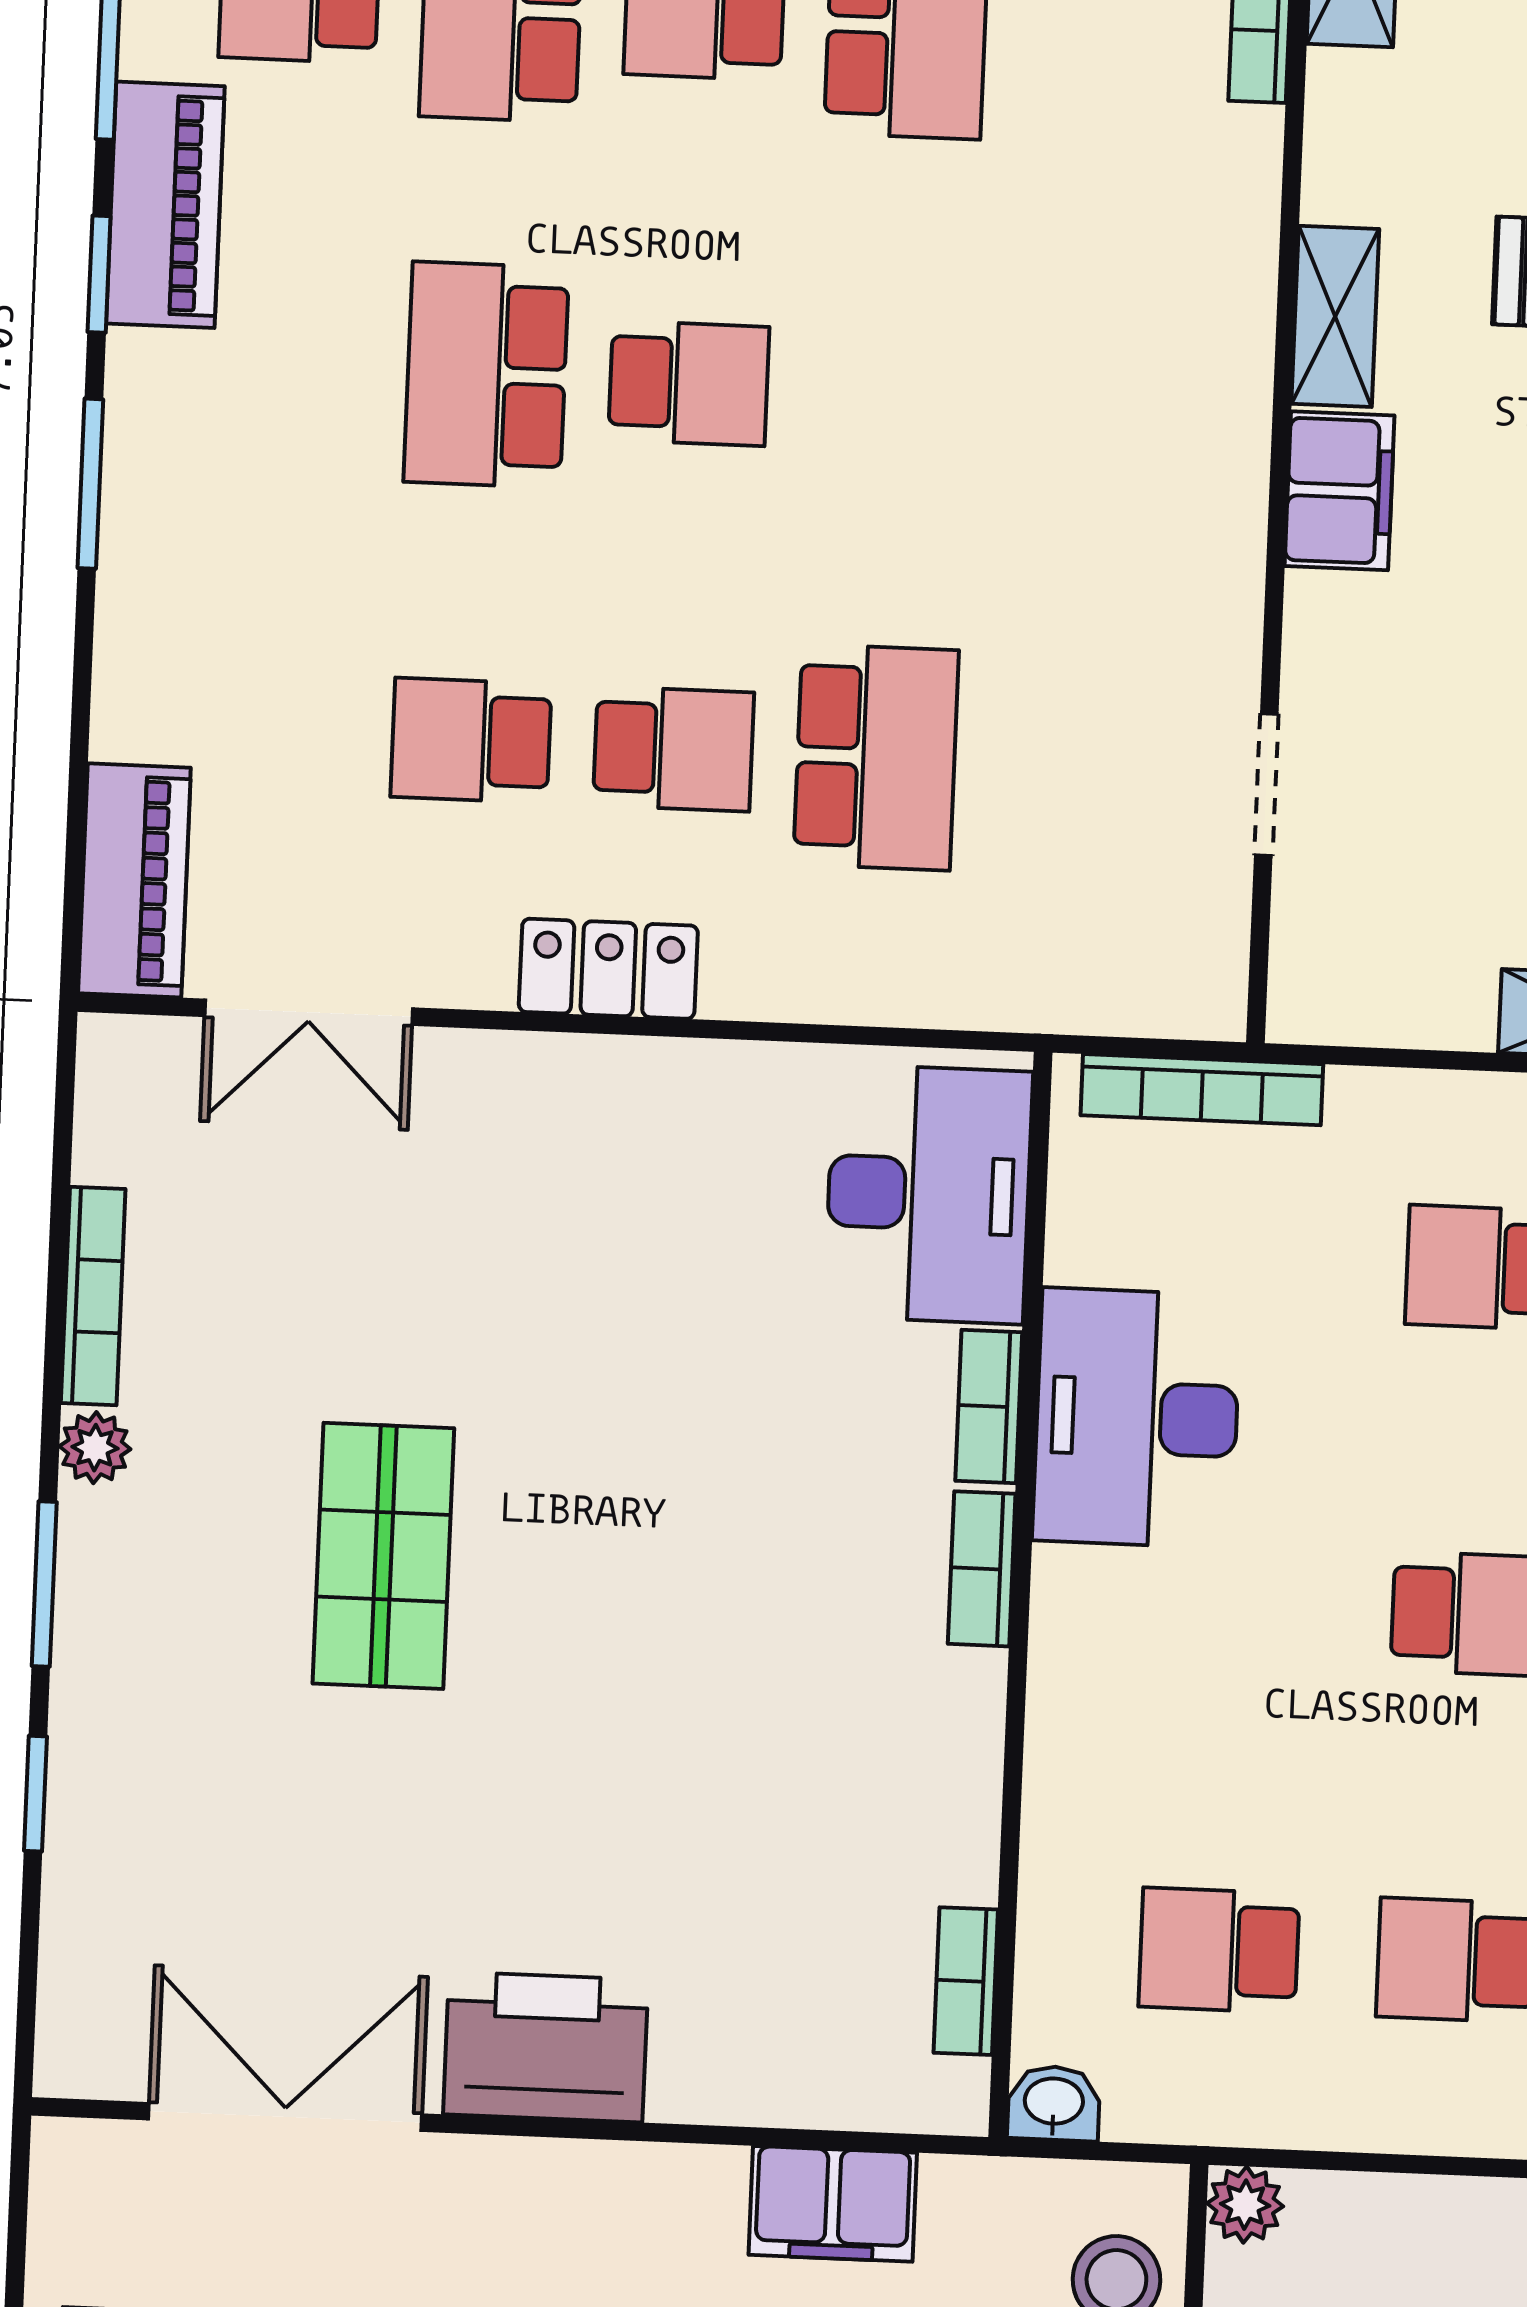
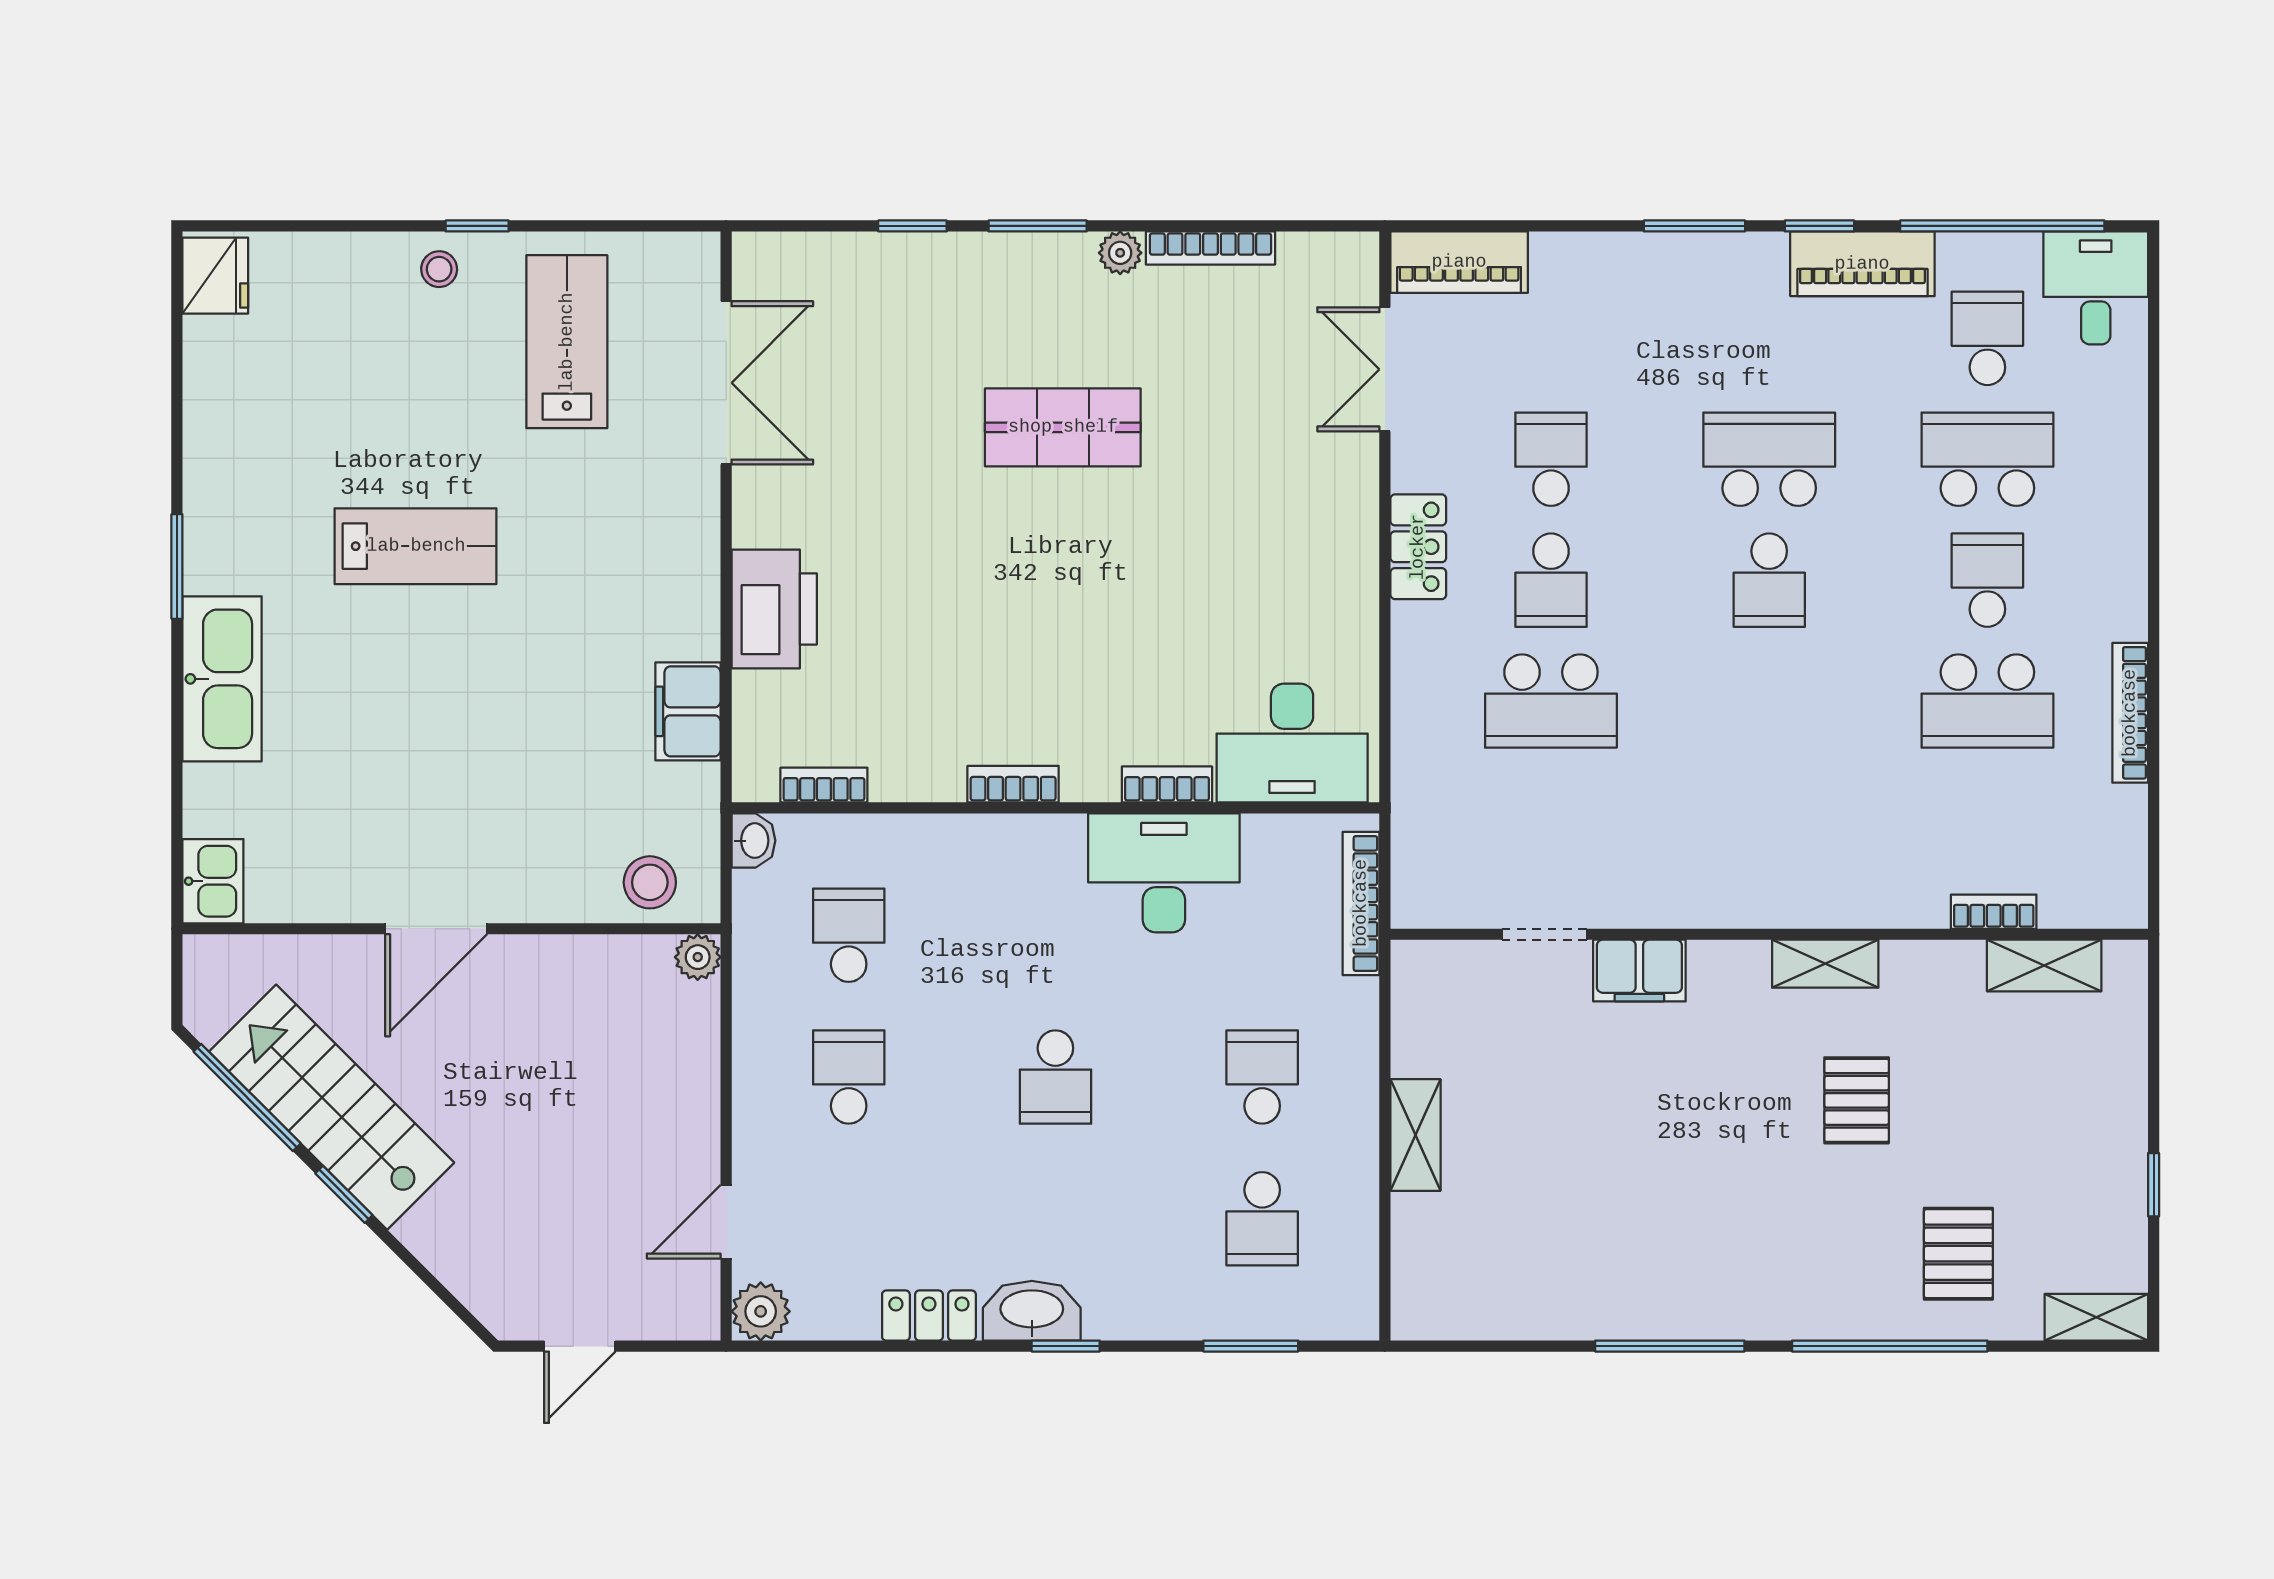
filing cabinet: (1340, 491) -> (1639, 971), moved
bookcase: (982, 1569) -> (1013, 784), moved
printer: (546, 2047) -> (774, 609), moved

